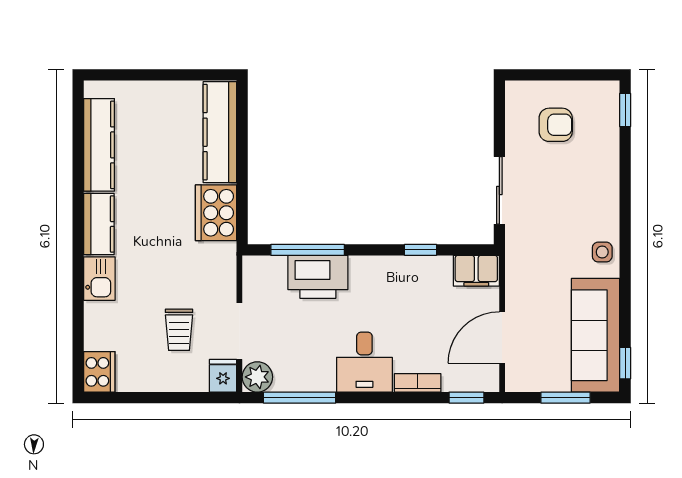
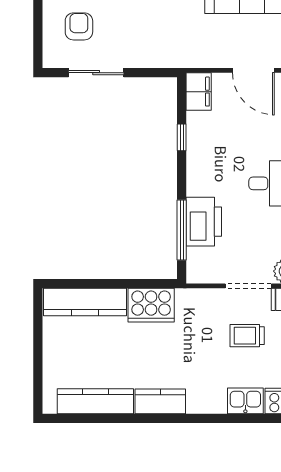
sliding door: (499, 190) -> (96, 73), moved
kitchen sink: (99, 279) -> (245, 401), moved
trolley: (179, 330) -> (247, 336), turned 180

